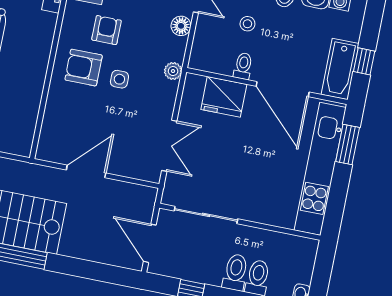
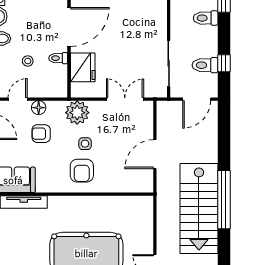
armchair: (106, 30) -> (41, 134), moved
plant: (173, 71) -> (77, 113), width x1.87, depth x1.87
door: (86, 171) -> (155, 154), hinge flipped
toilet: (235, 272) -> (205, 65), moved

